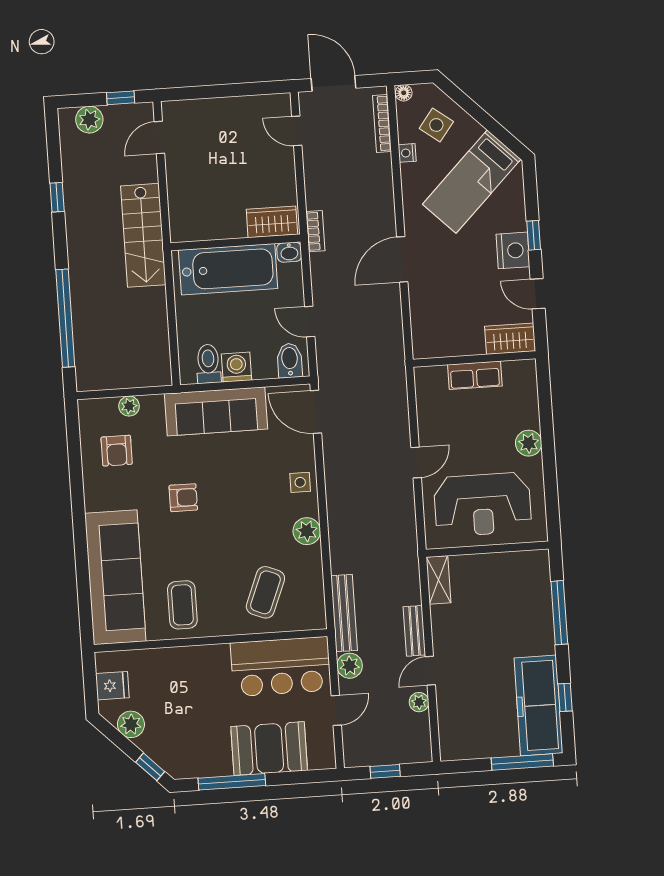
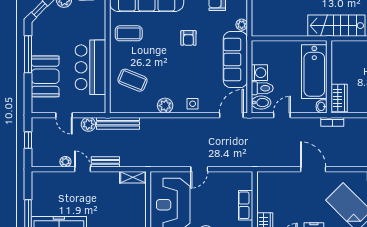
toilet: (208, 364) -> (262, 88), moved
plant: (129, 406) -> (242, 25), moved
door: (416, 463) -> (199, 169), hinge flipped
bar counter: (281, 667) -> (90, 67), moved

